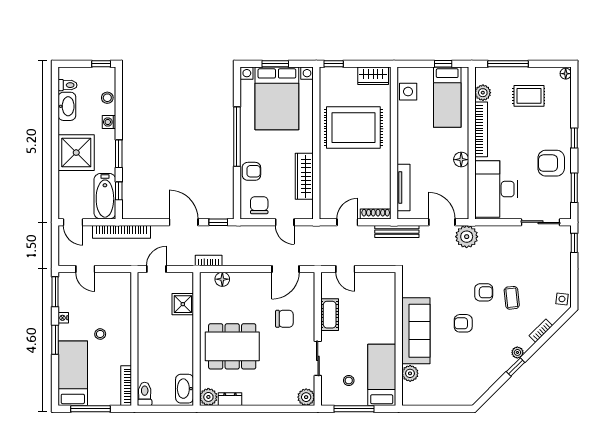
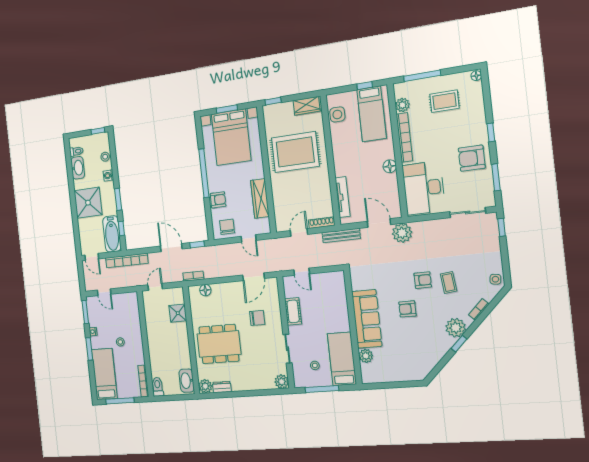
plant: (517, 352) -> (456, 328), width x1.88, depth x1.88

